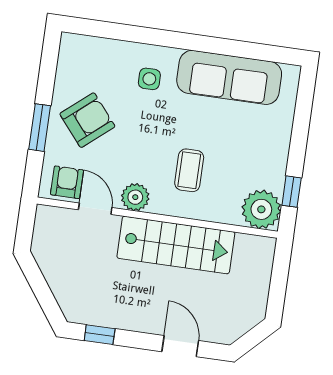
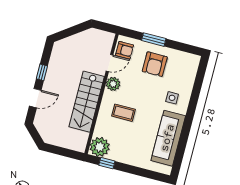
armchair: (87, 120) -> (155, 64), turned 40
window: (100, 335) -> (42, 72), moved

